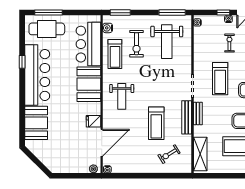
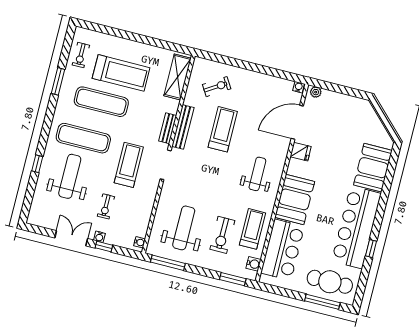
exercise bike: (136, 44) -> (222, 235), turned 180

